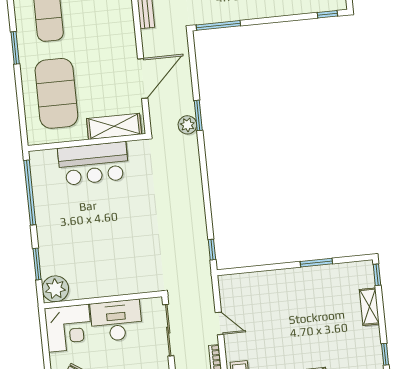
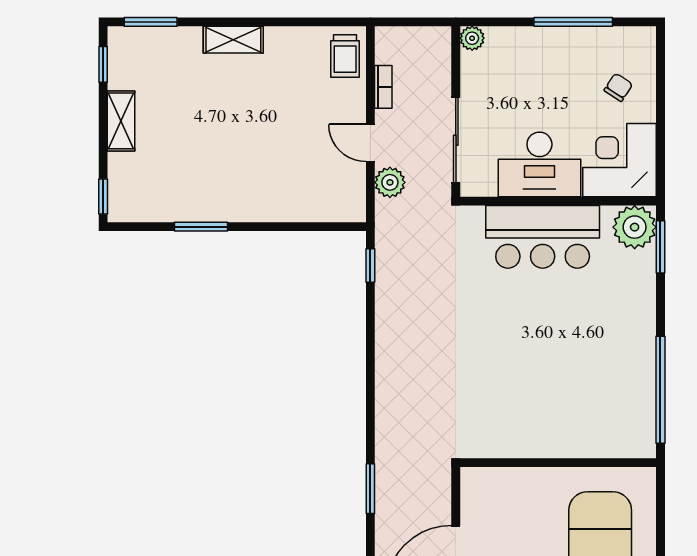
plant: (187, 125) -> (390, 182), moved
shelving: (114, 126) -> (511, 485), removed
bar counter: (93, 163) -> (543, 237), moved, turned 180
window: (37, 264) -> (660, 247), moved
shelving: (369, 307) -> (121, 121), moved

